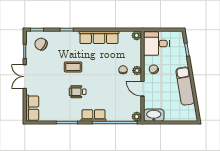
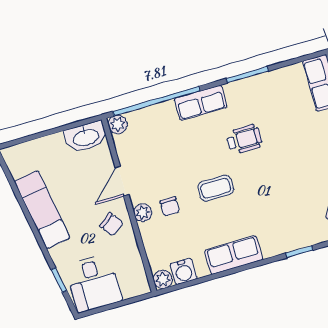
water cooler: (125, 36) -> (184, 271), added
row of seats: (99, 37) -> (234, 255), width x0.68
desk: (156, 44) -> (94, 283), moved, turned 90
coffee table: (73, 67) -> (216, 188), moved
door: (143, 89) -> (122, 181), swing flipped

